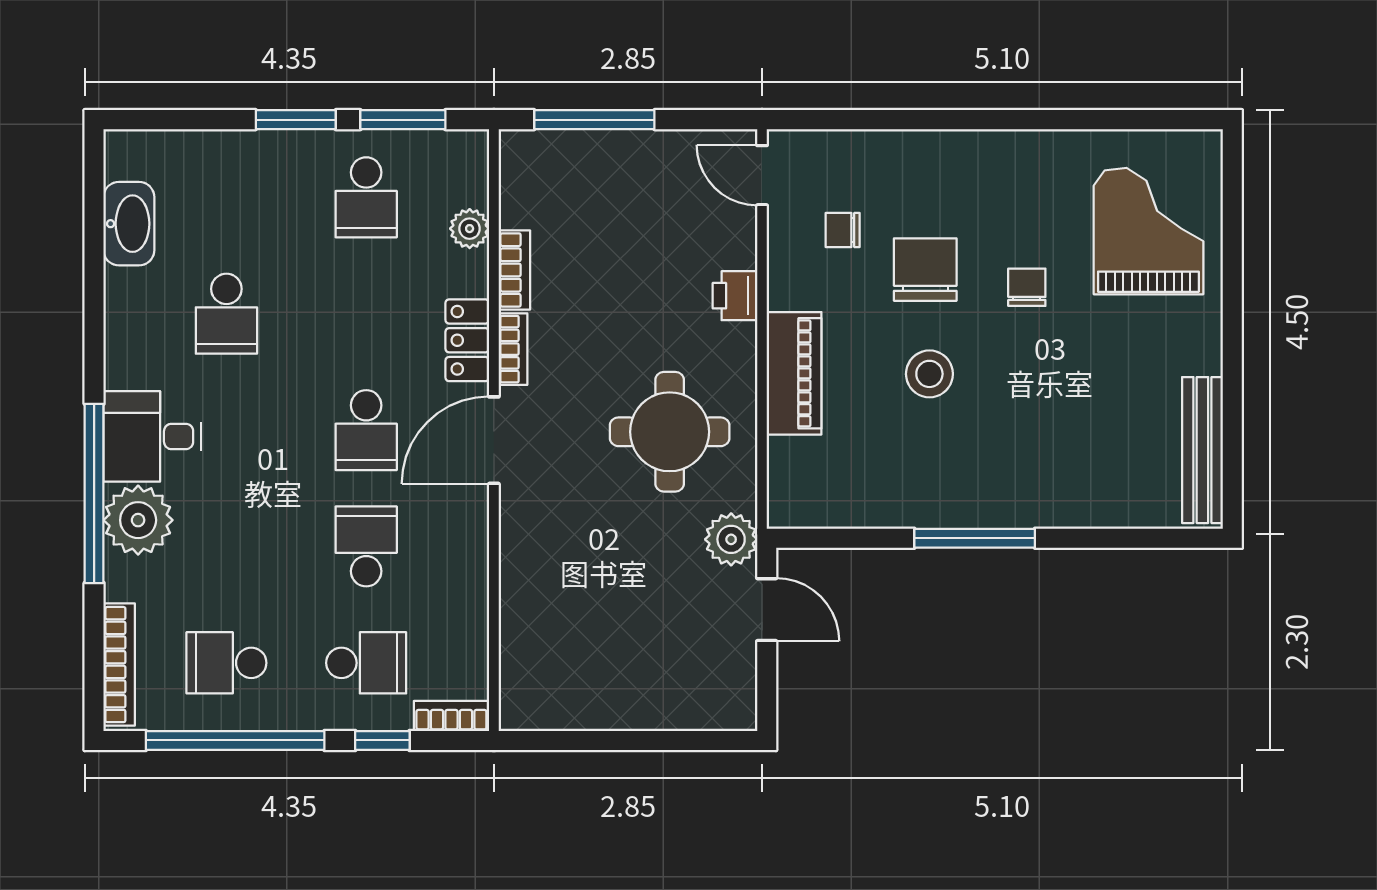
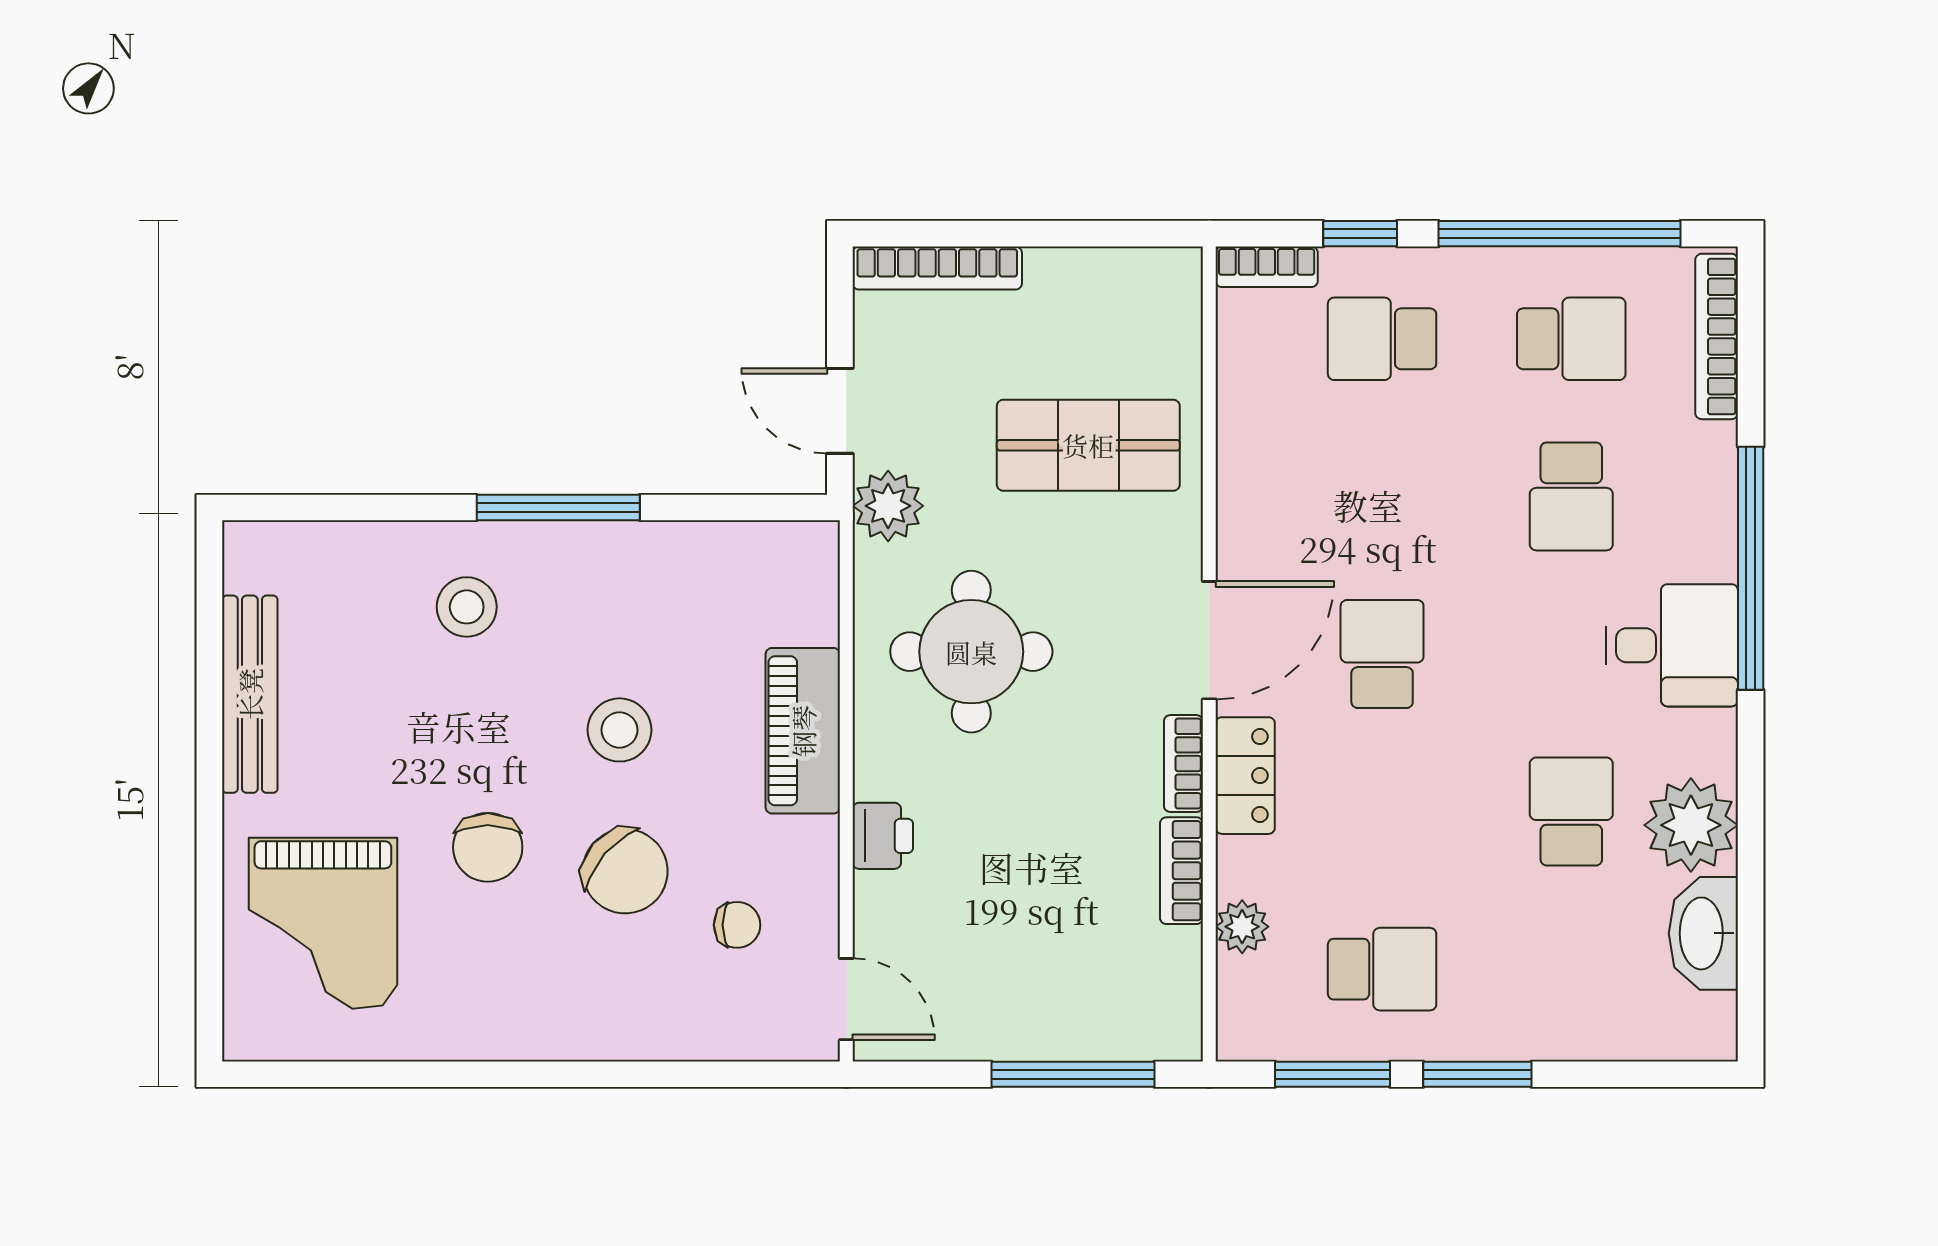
school desk: (366, 197) -> (1382, 969), turned 90
chair: (925, 270) -> (625, 871), turned -49
chair: (1027, 287) -> (488, 847), width x1.37, depth x1.37
bench: (1202, 450) -> (250, 694), moved
stool: (1042, 465) -> (467, 607), added
plant: (138, 520) -> (1691, 825), moved
school desk: (366, 546) -> (1571, 496), moved
shop shelf: (583, 584) -> (1088, 445), added
bookcase: (695, 715) -> (937, 268), added

